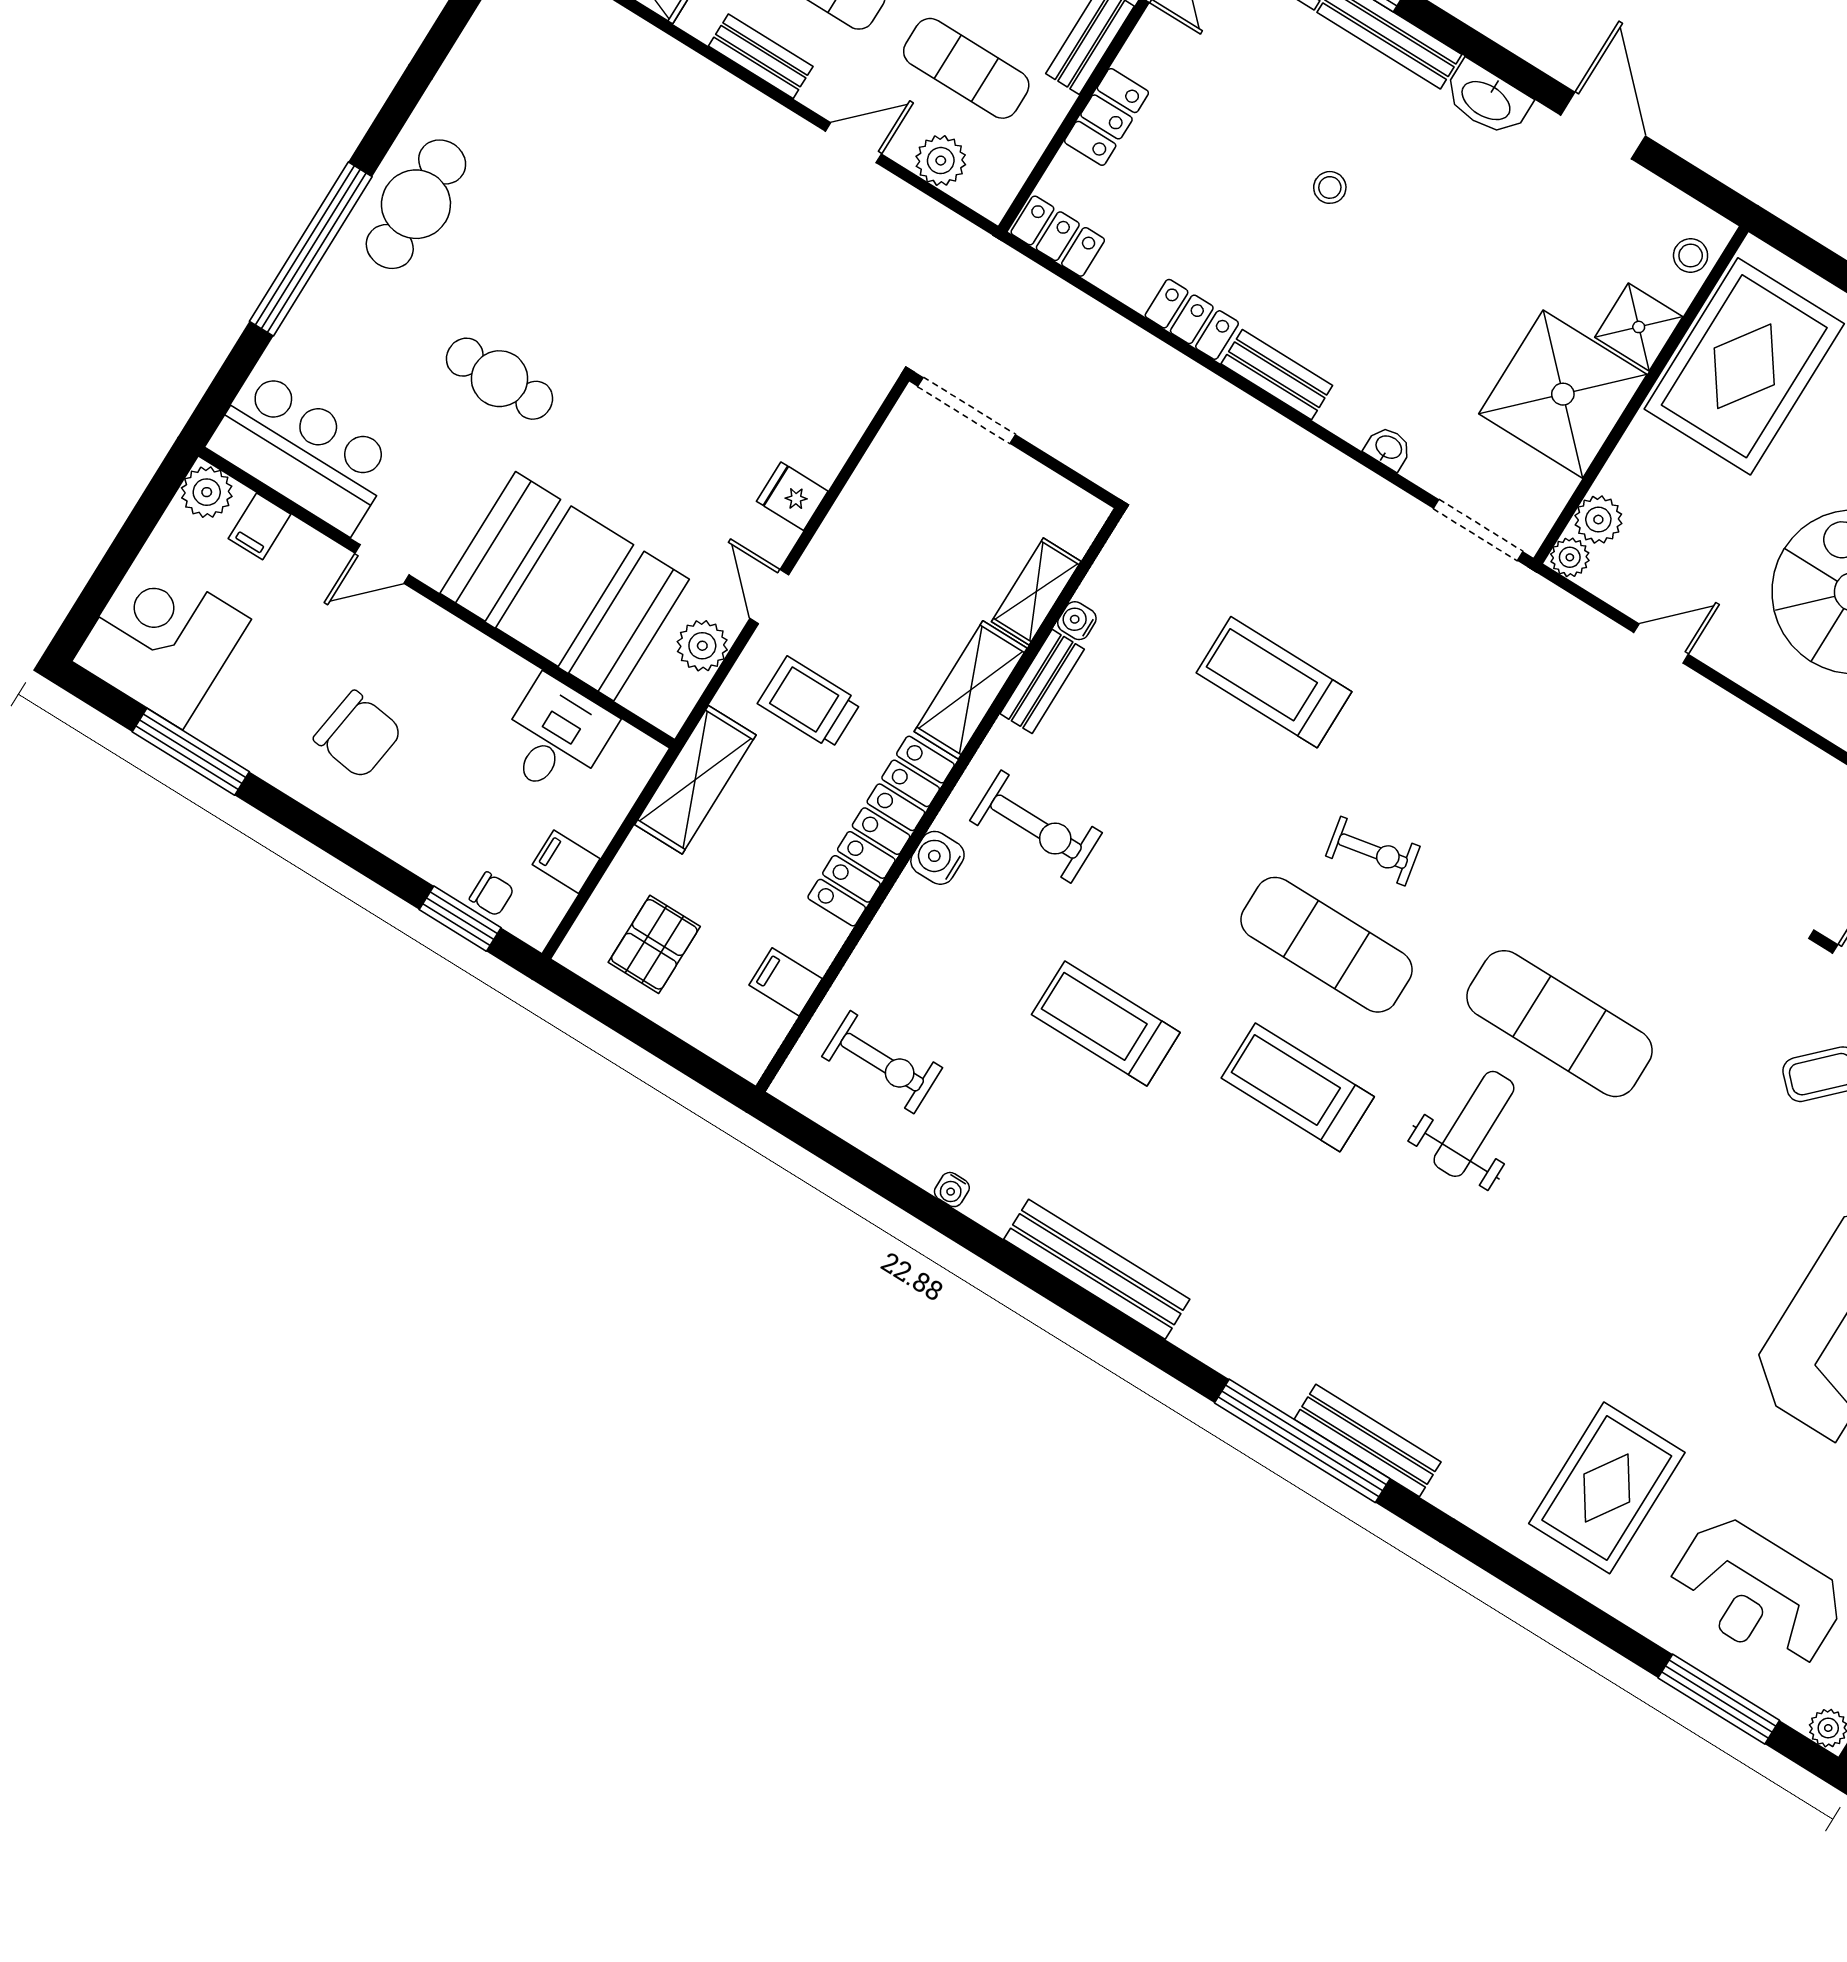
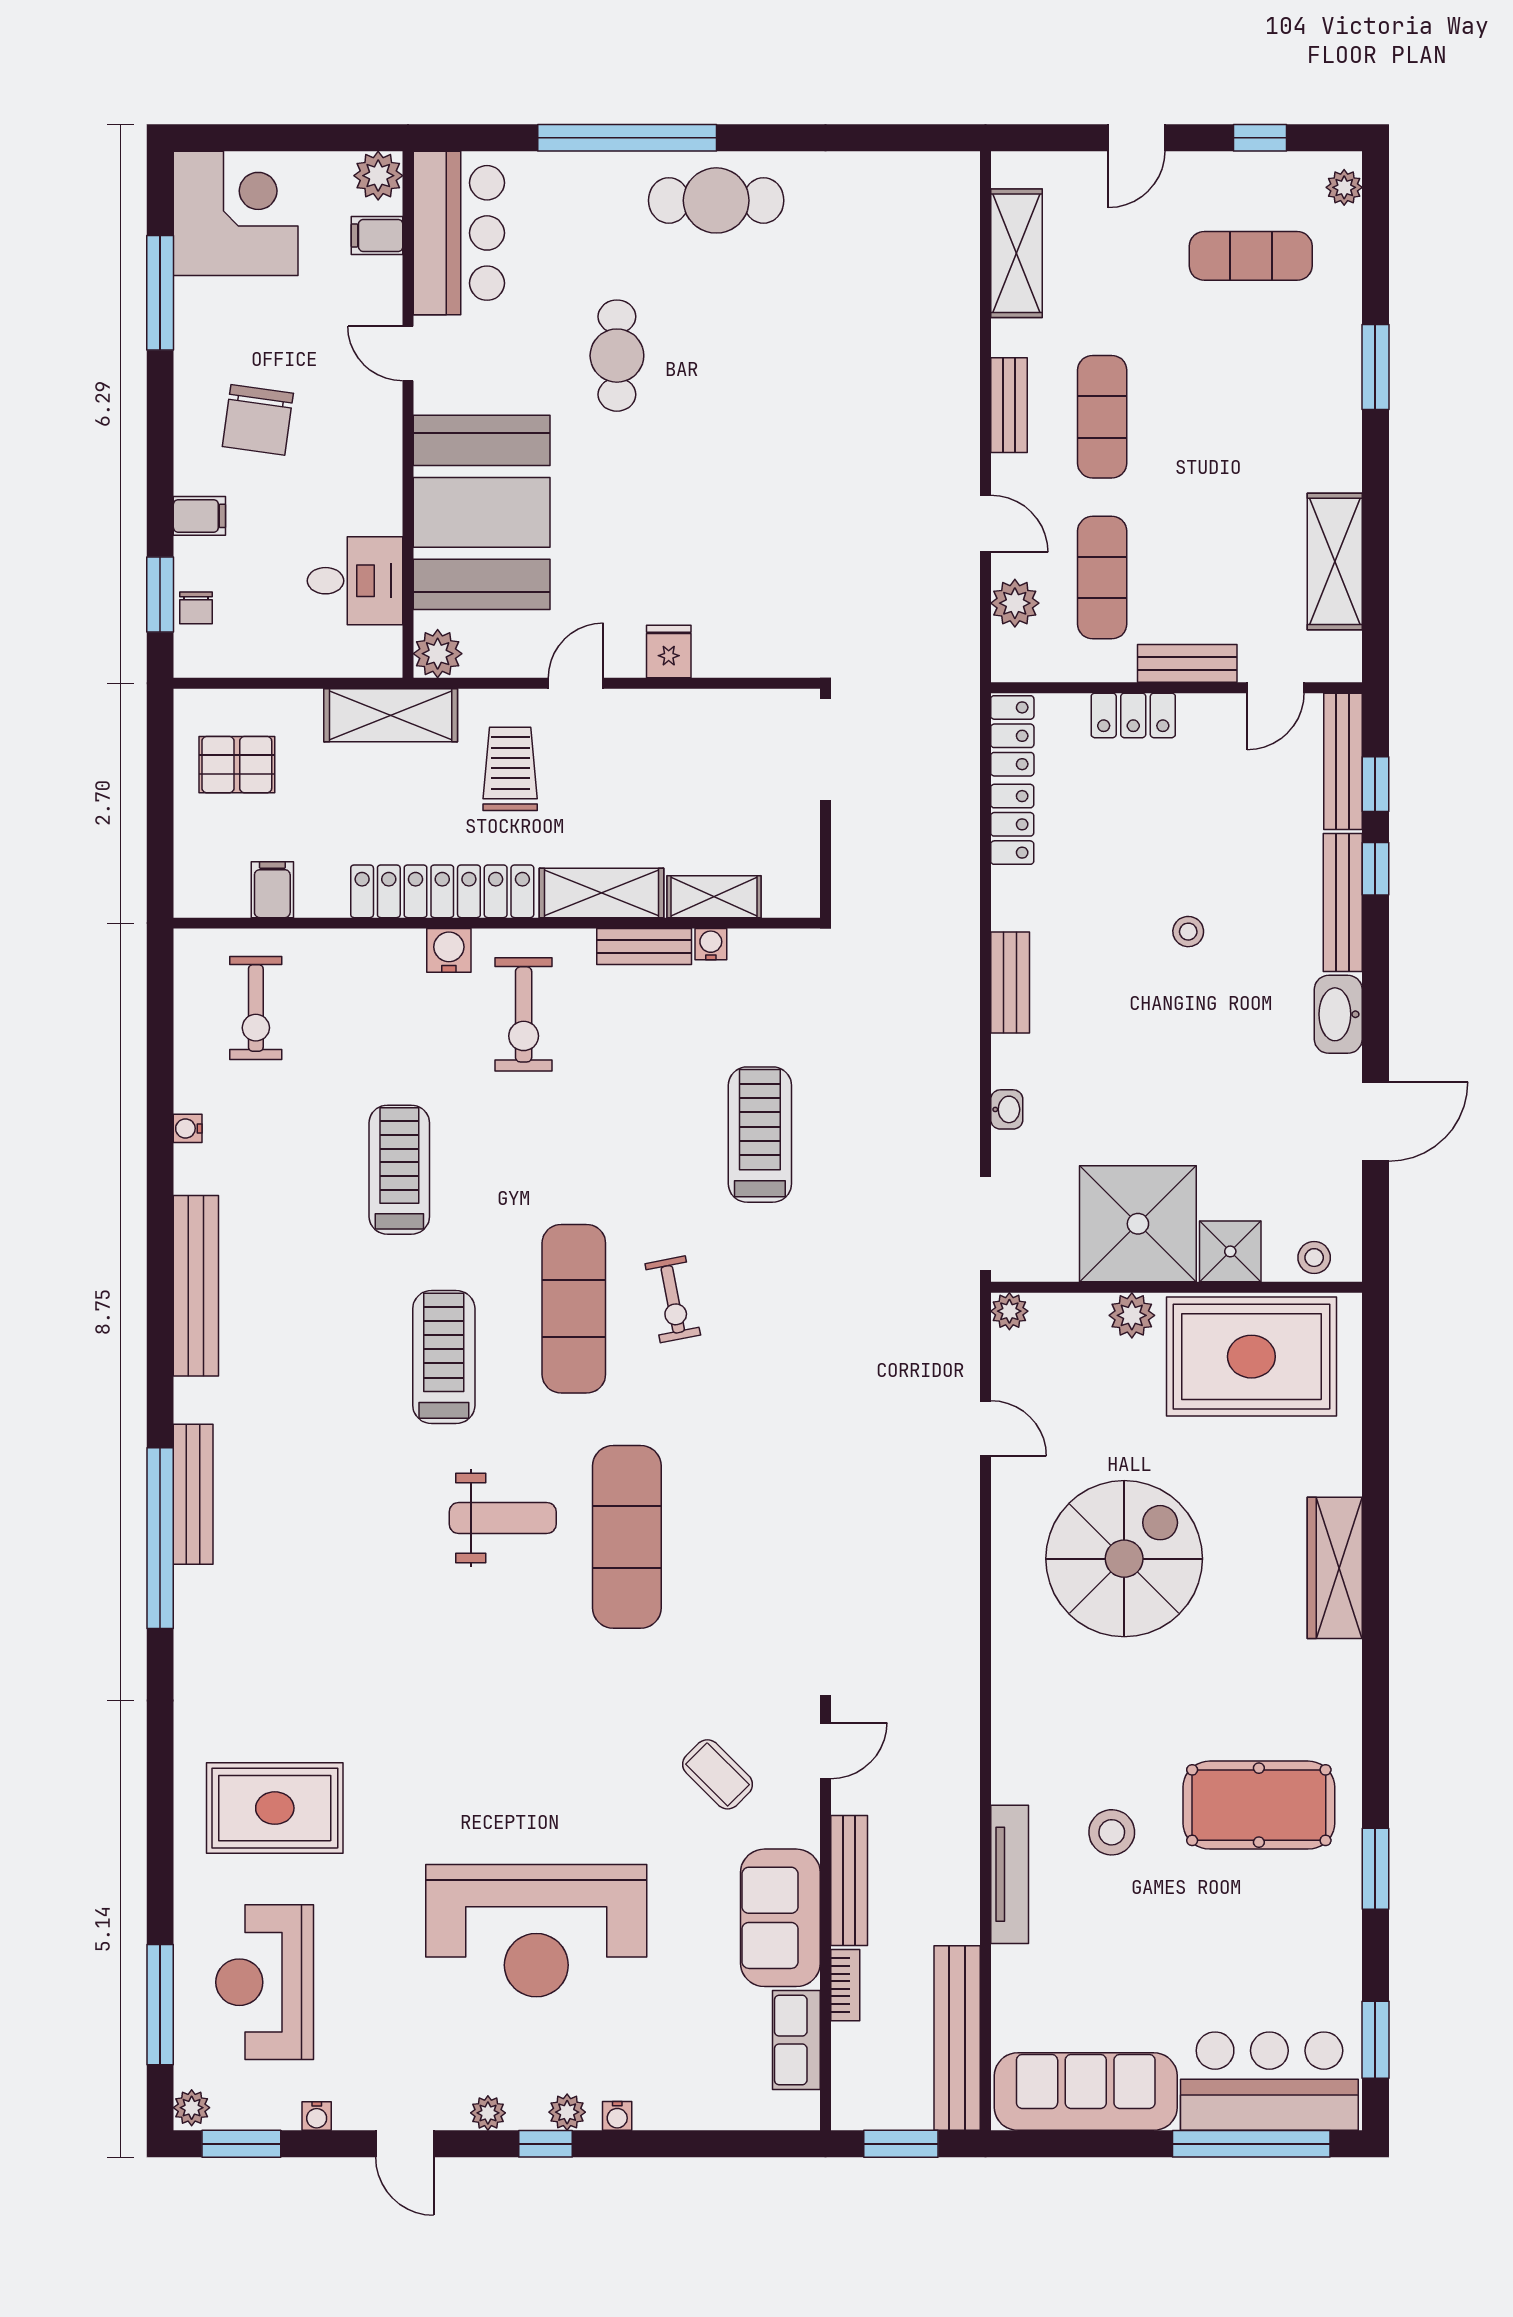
locker: (1192, 319) -> (1012, 824), moved
plant: (1598, 520) -> (1132, 1315), moved
plant: (702, 646) -> (438, 654), moved
filing cabinet: (566, 862) -> (199, 516), moved, turned 90
bench: (1368, 1441) -> (193, 1494), moved

